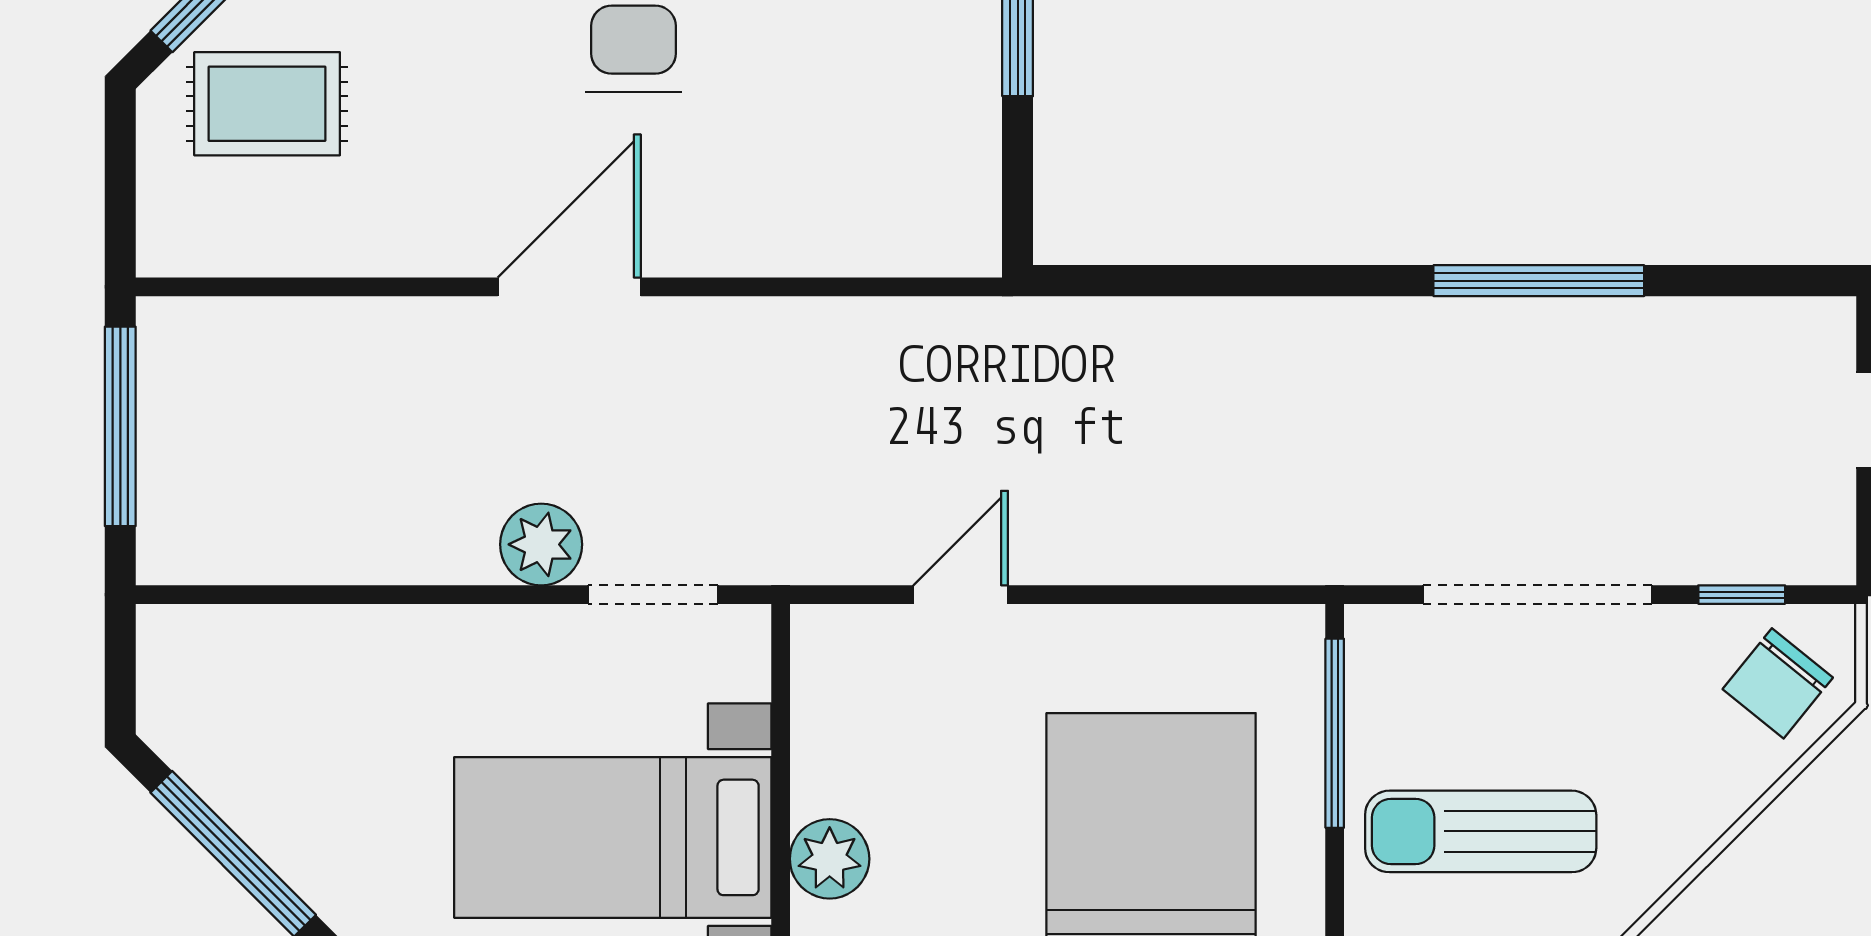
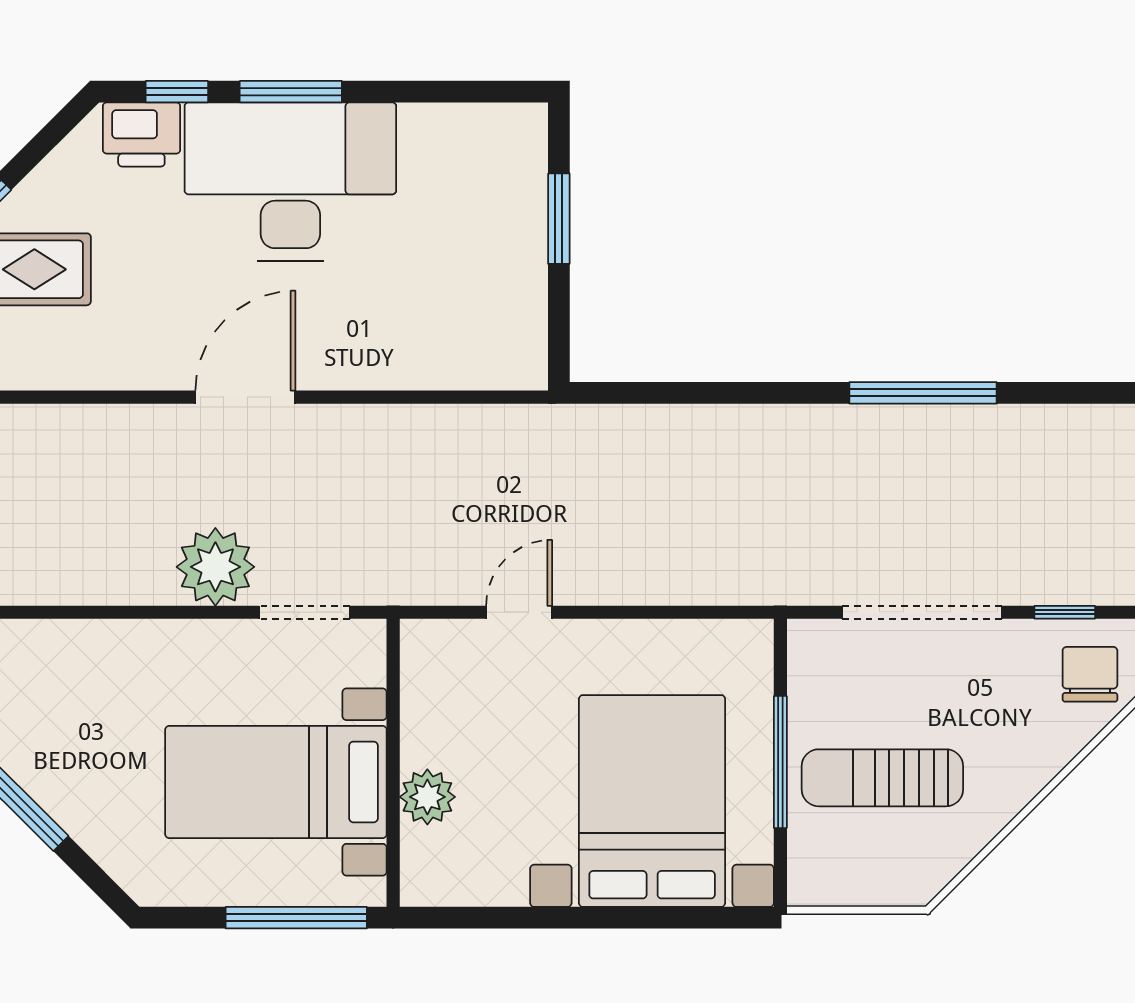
plant: (541, 544) -> (215, 567), width x1.36, depth x1.36
chair: (1778, 683) -> (1090, 674), turned 141
window: (1335, 733) -> (780, 762), moved

